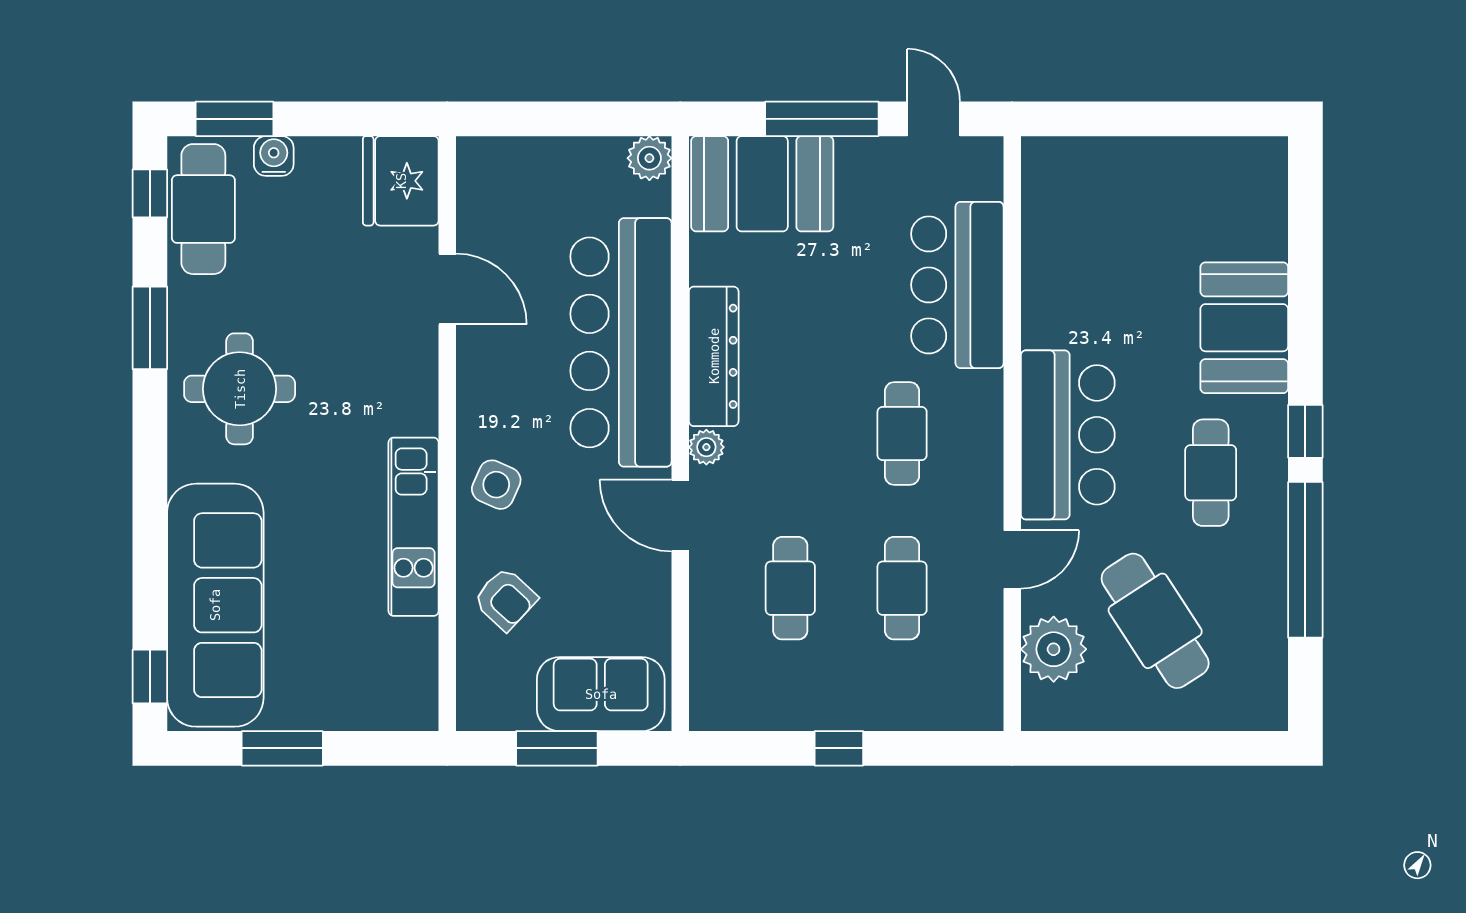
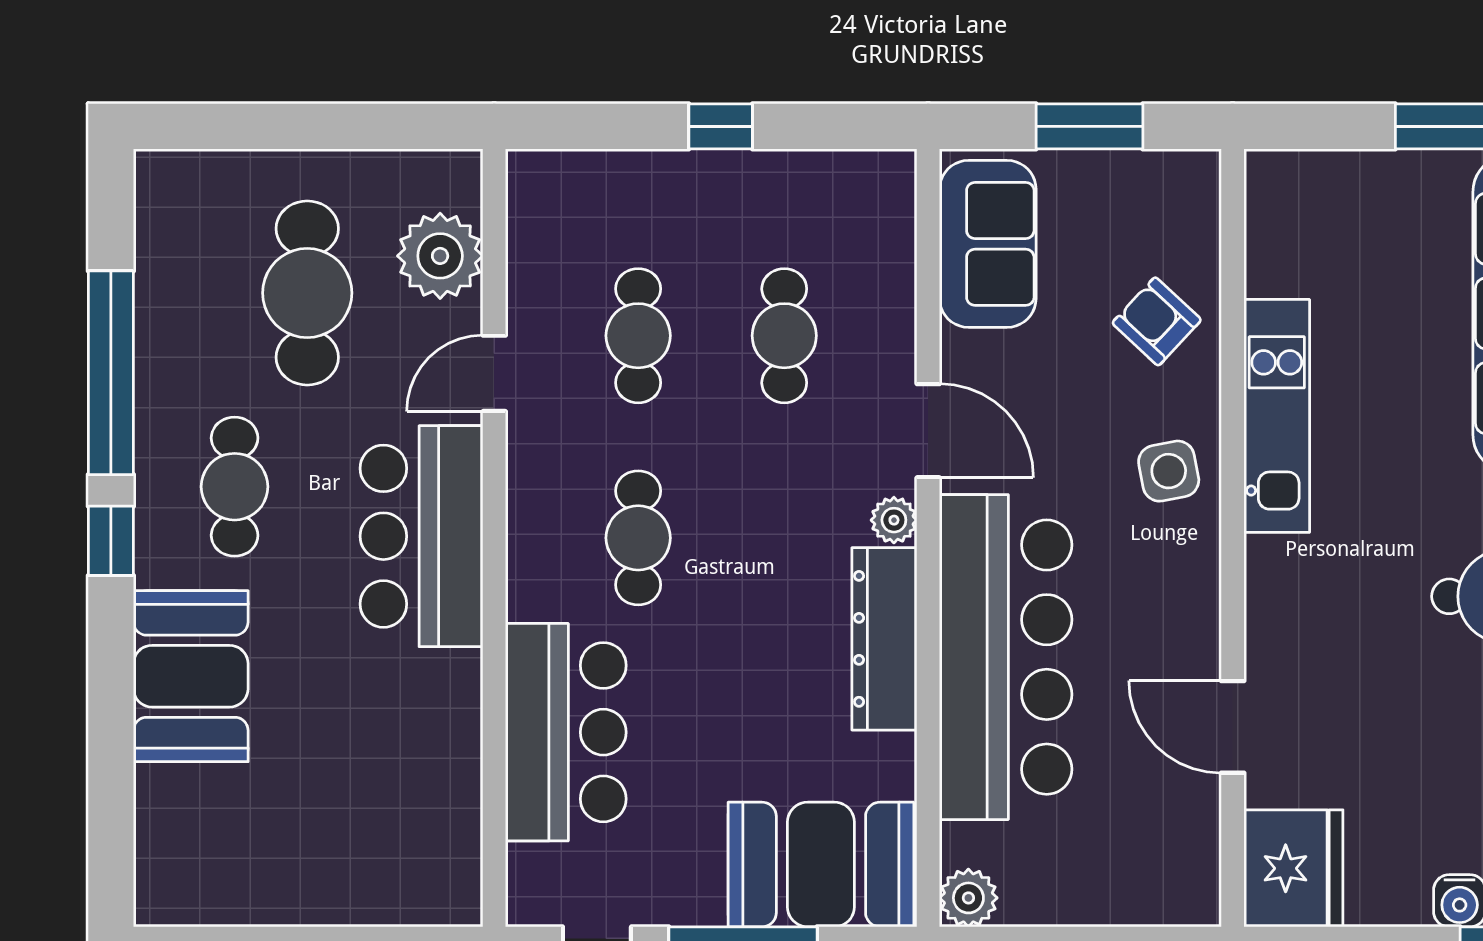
side table: (496, 485) -> (1169, 471), turned -35
cafe table: (1155, 621) -> (307, 293), turned 33
sofa: (601, 694) -> (988, 244), moved, turned -90

